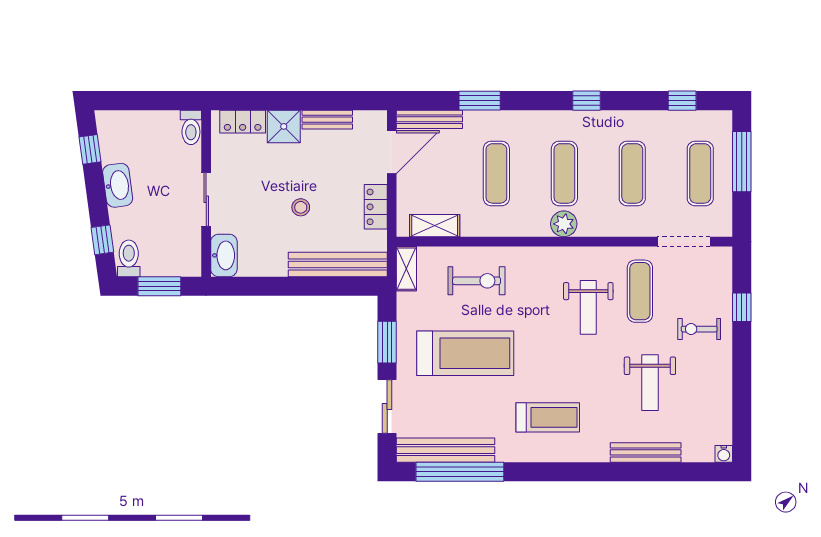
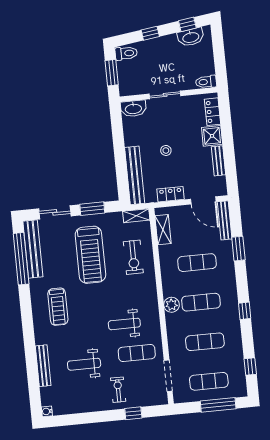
washbasin: (118, 185) -> (191, 37), moved
window: (102, 240) -> (150, 33), moved

